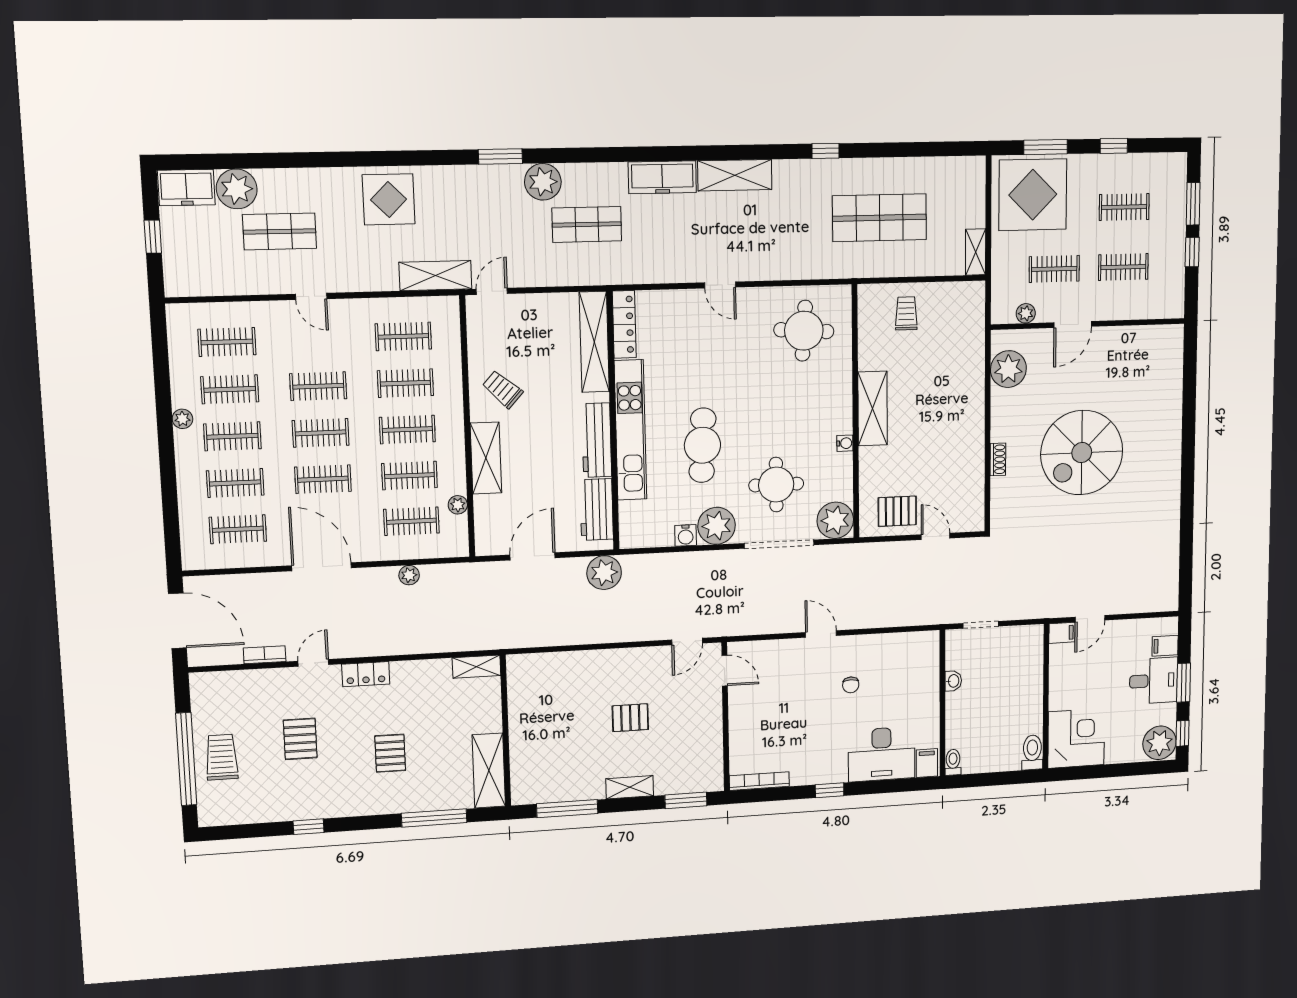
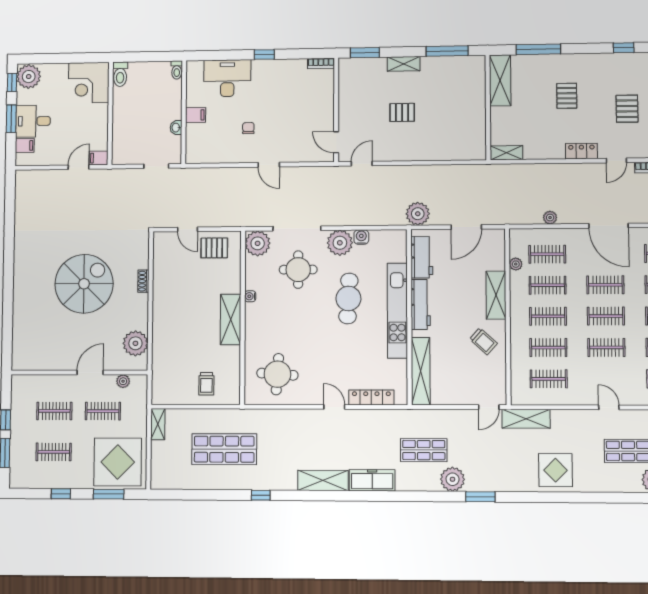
locker: (624, 324) -> (371, 397), moved, turned 90
filing cabinet: (927, 763) -> (196, 115), moved, turned -90
bookcase: (759, 781) -> (321, 63), width x0.64

